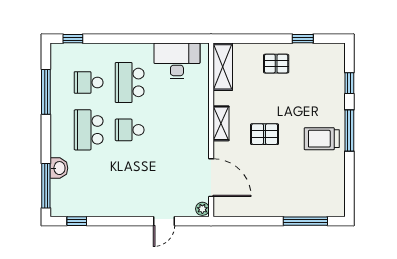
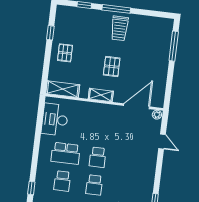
school desk: (89, 130) -> (94, 185), width x0.54

